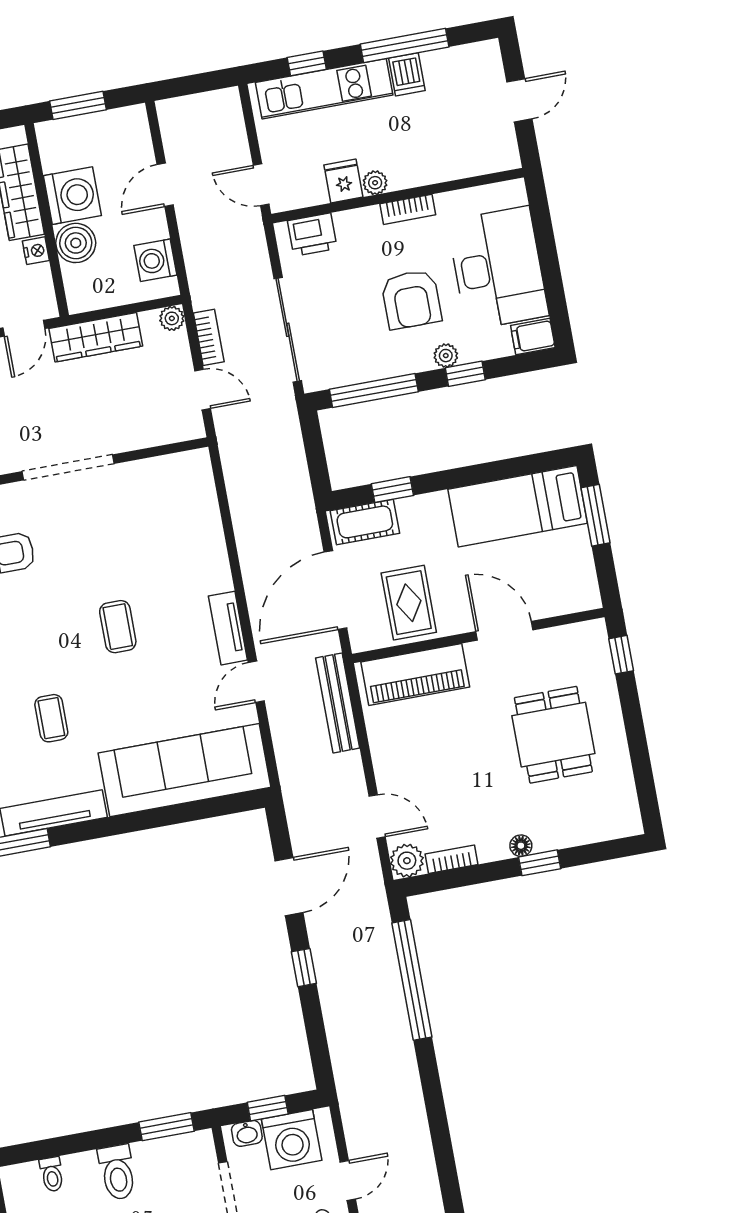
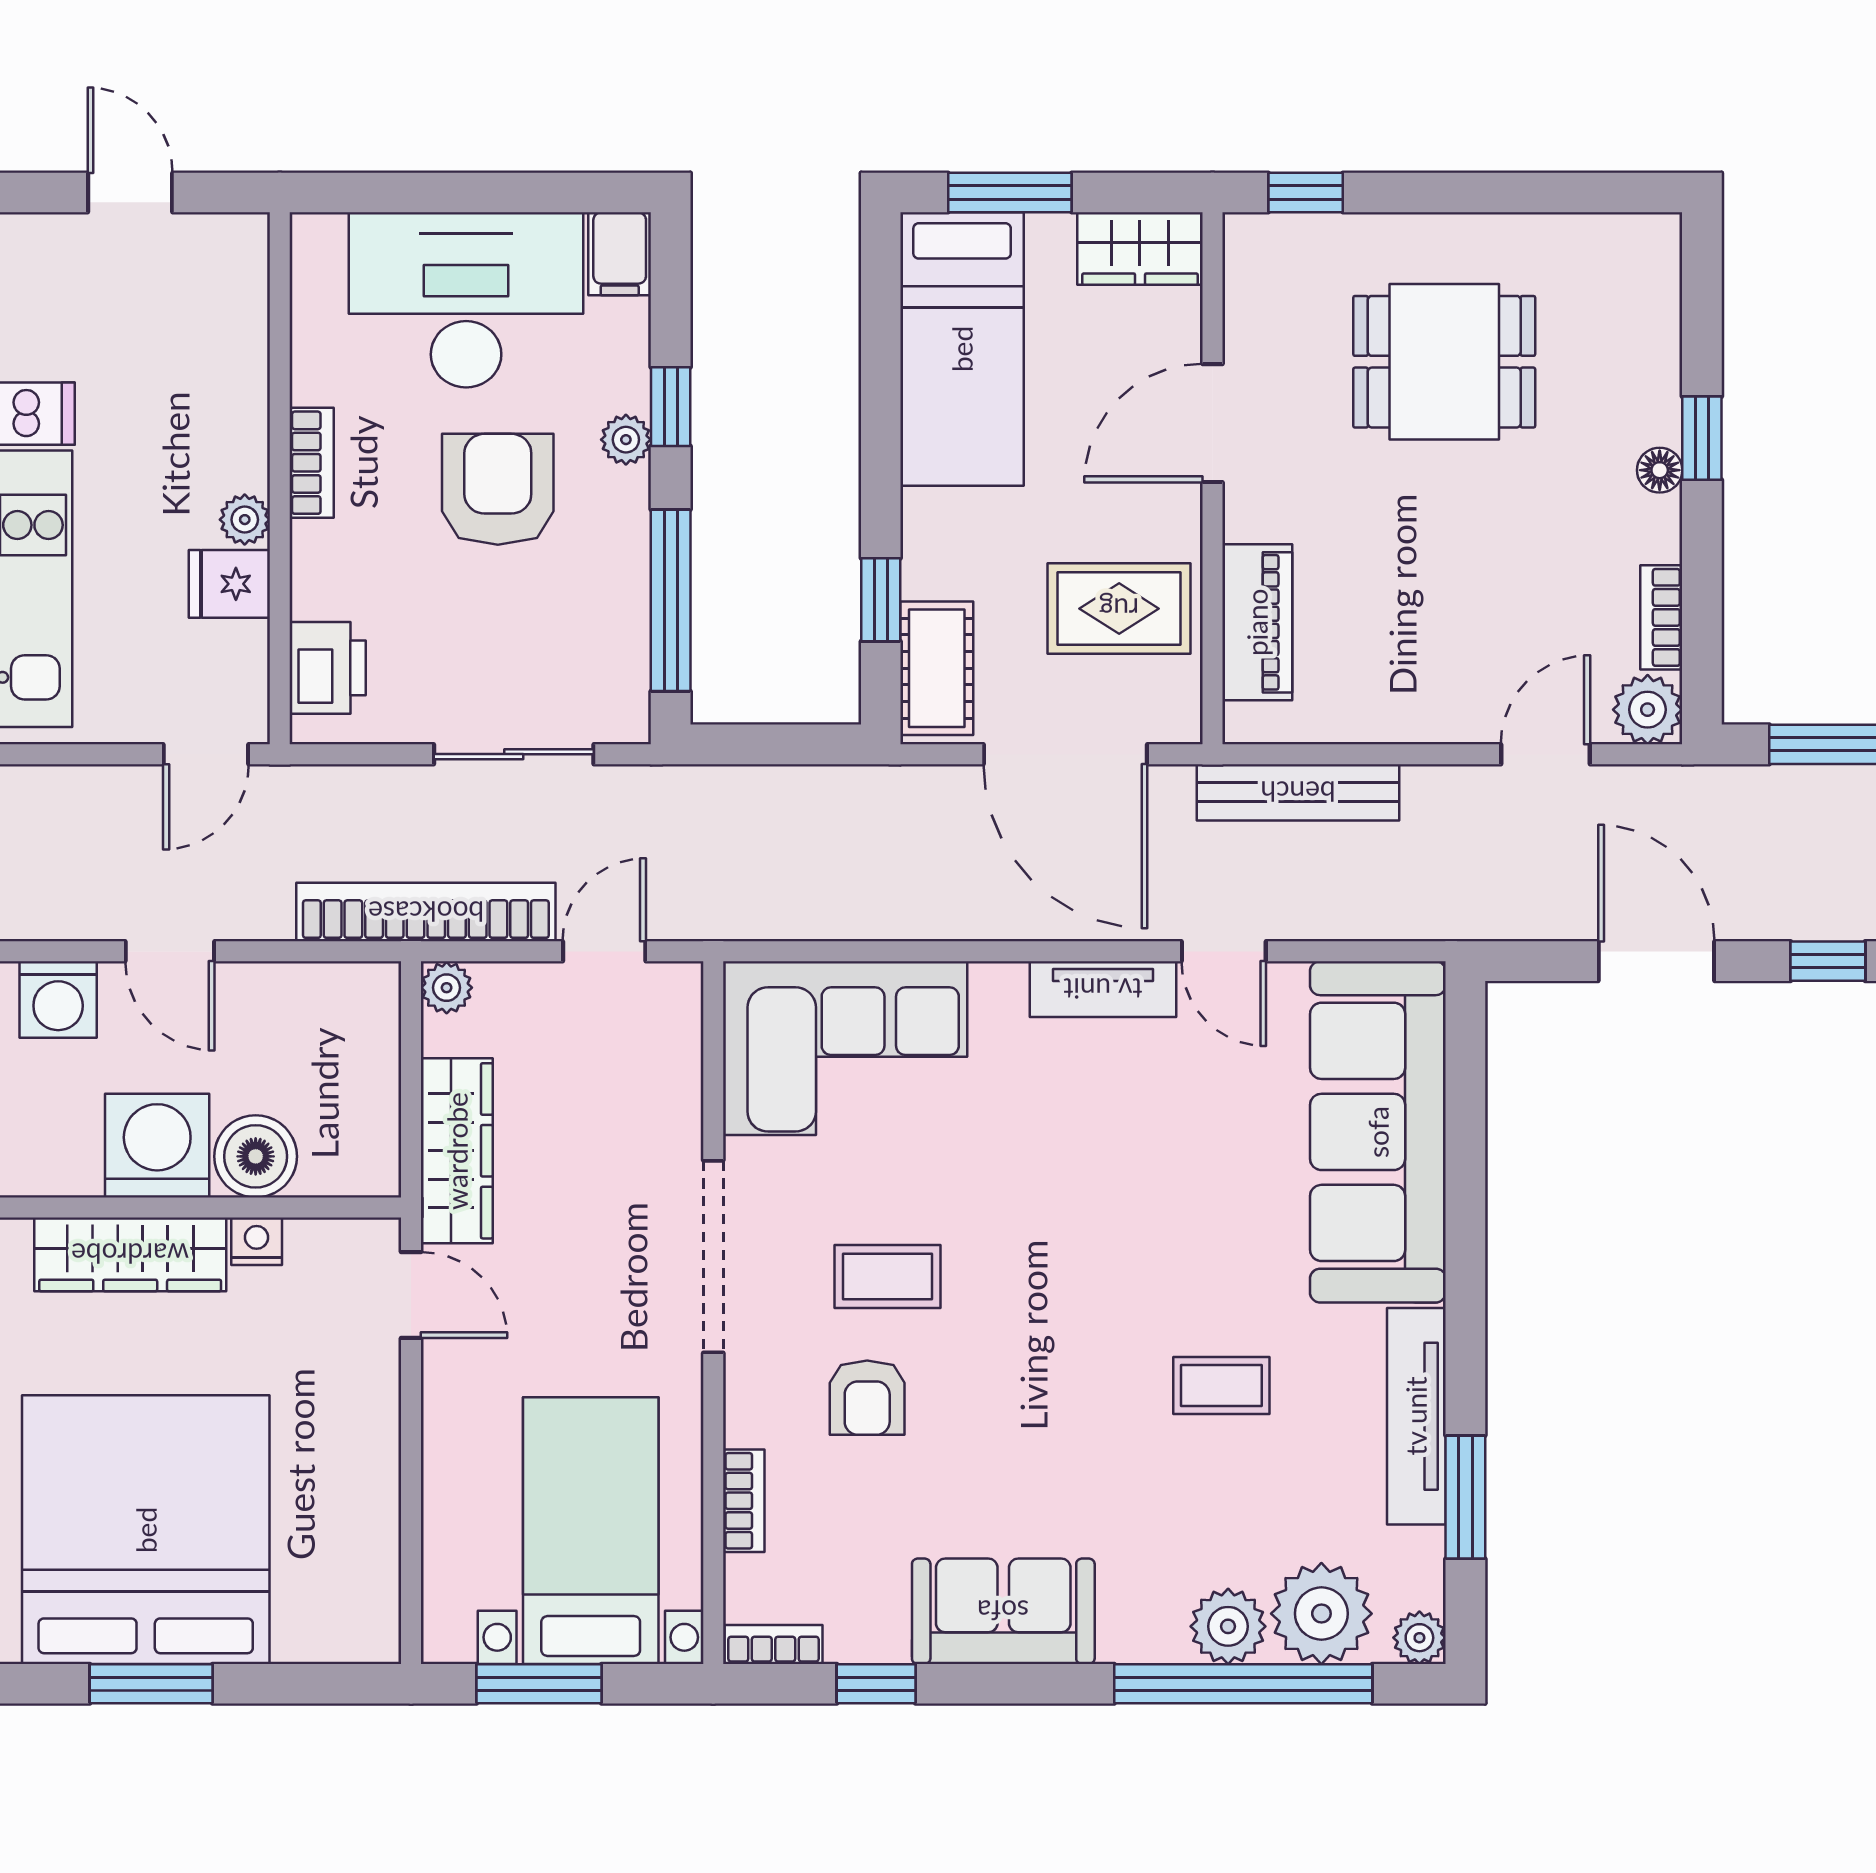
washing machine: (155, 260) -> (58, 1000), moved
armchair: (411, 299) -> (498, 489), turned -90
sliding door: (288, 330) -> (514, 754), width x0.73
bookcase: (209, 337) -> (426, 912), width x2.31, depth x1.31
corner sofa: (178, 512) -> (845, 1048), added
wardrobe: (580, 581) -> (1140, 249), added
coffee table: (118, 627) -> (888, 1276), moved
piano: (415, 674) -> (1257, 622), width x0.73, depth x0.75

